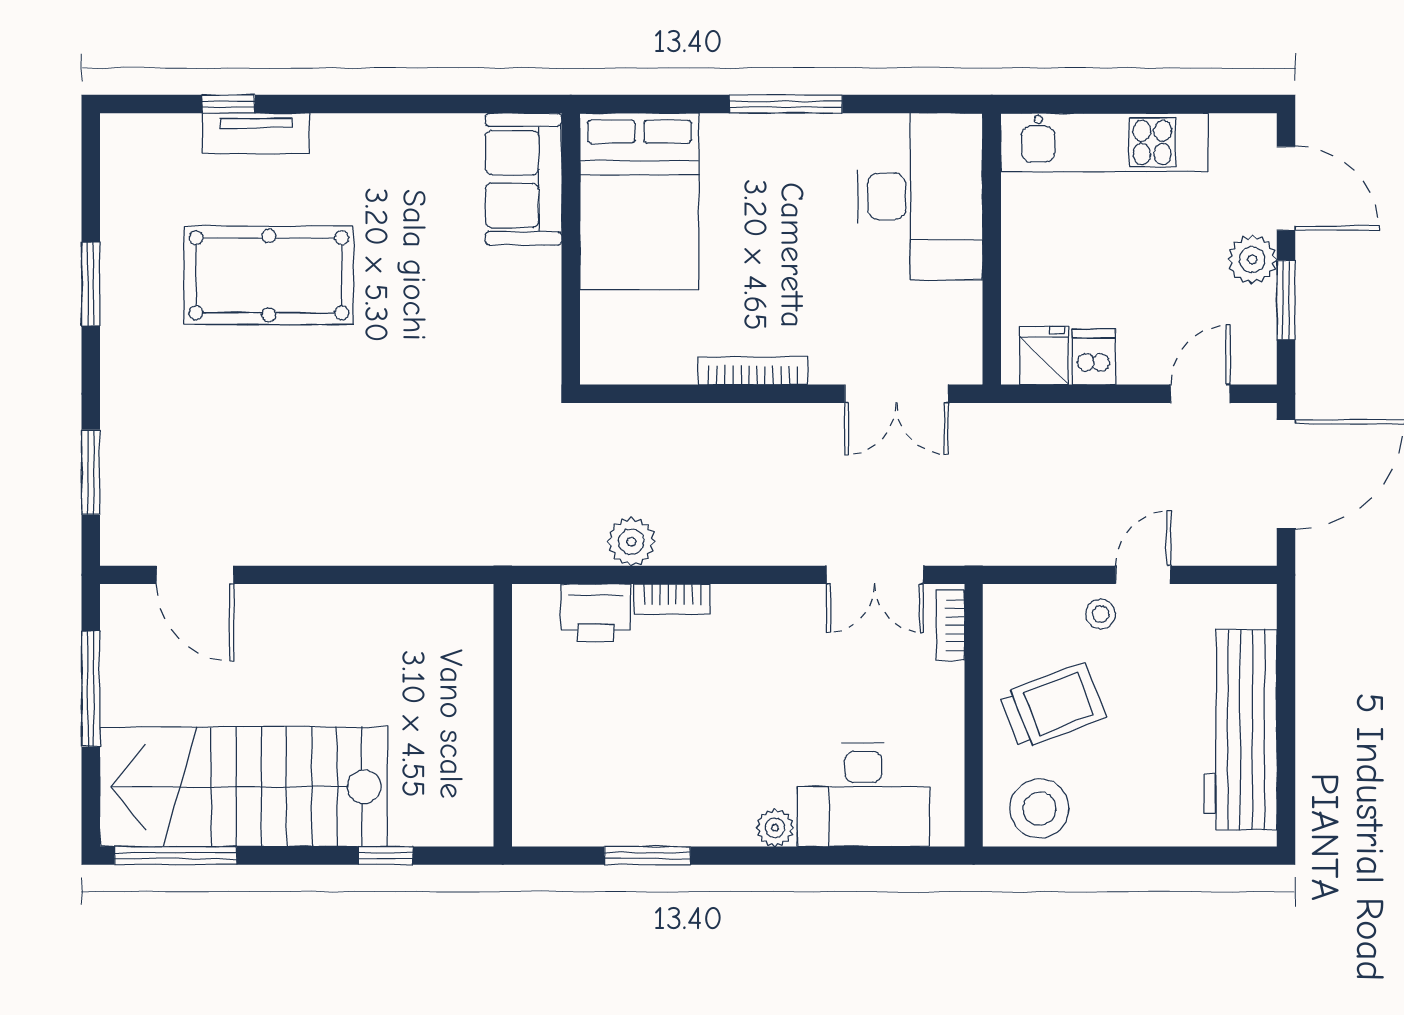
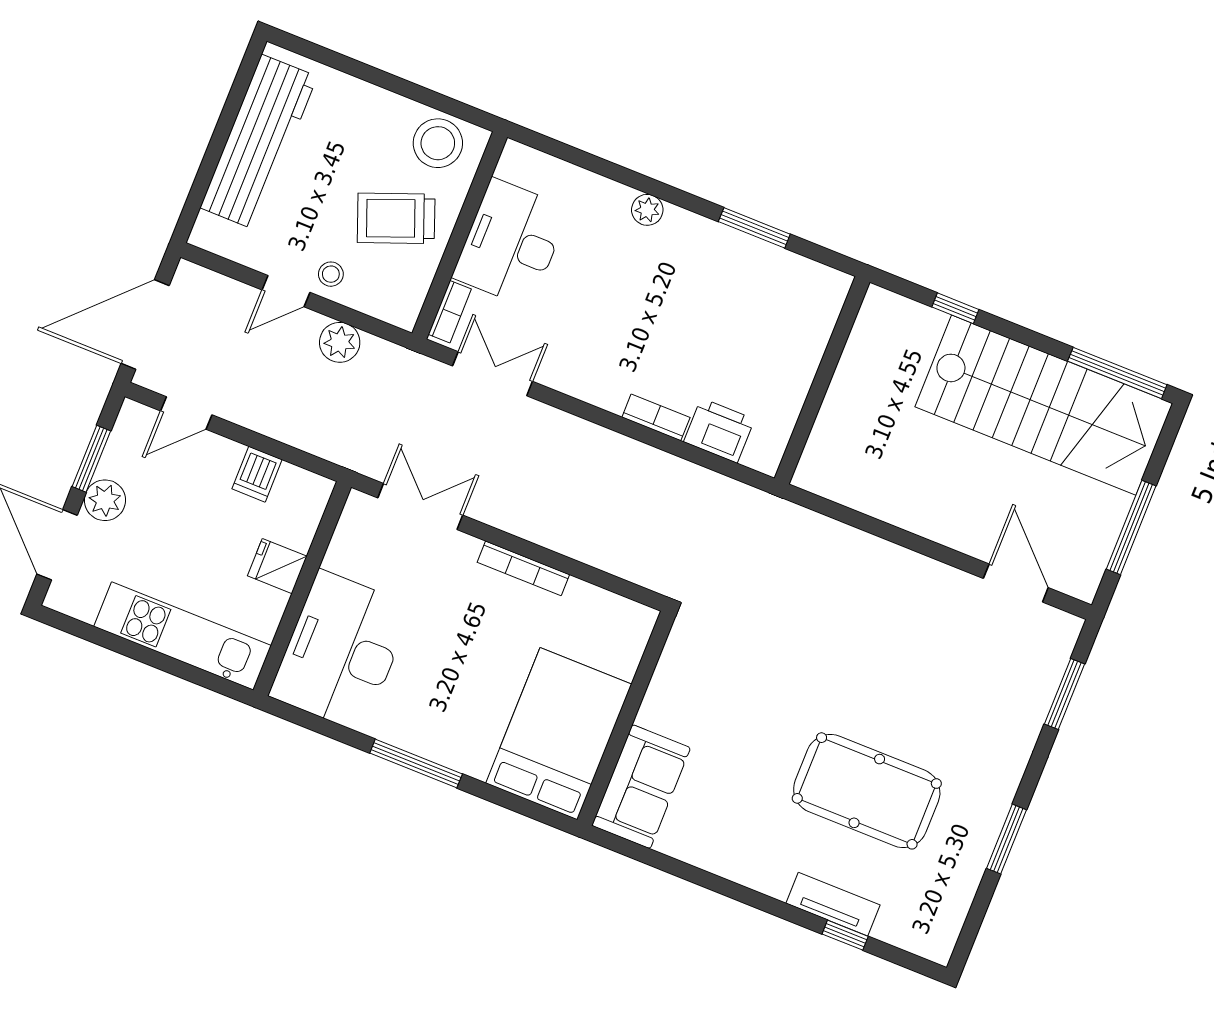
fridge: (1044, 356) -> (277, 566), moved, turned 90
plant: (631, 542) -> (340, 342), moved
desk: (863, 795) -> (511, 243), moved, turned -90

